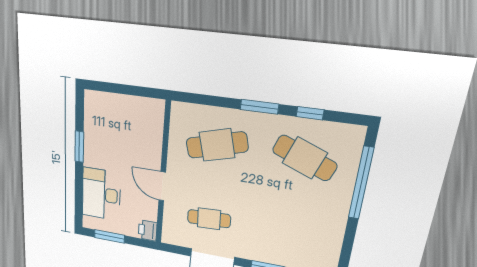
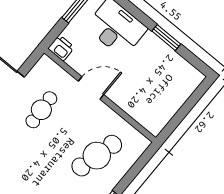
cafe table: (217, 145) -> (97, 156), turned 30

